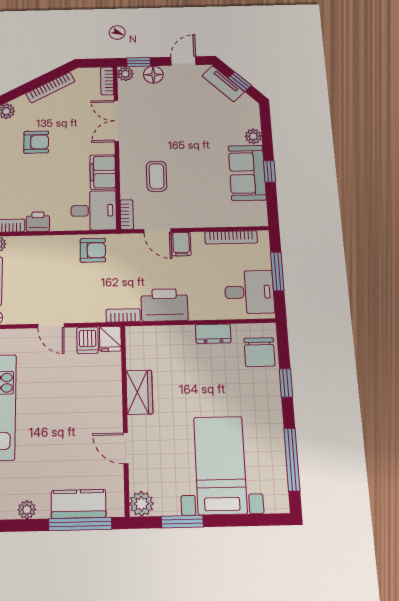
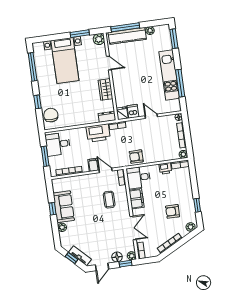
dresser: (213, 334) -> (107, 117), moved
kitchen counter: (79, 504) -> (127, 36), width x1.50

